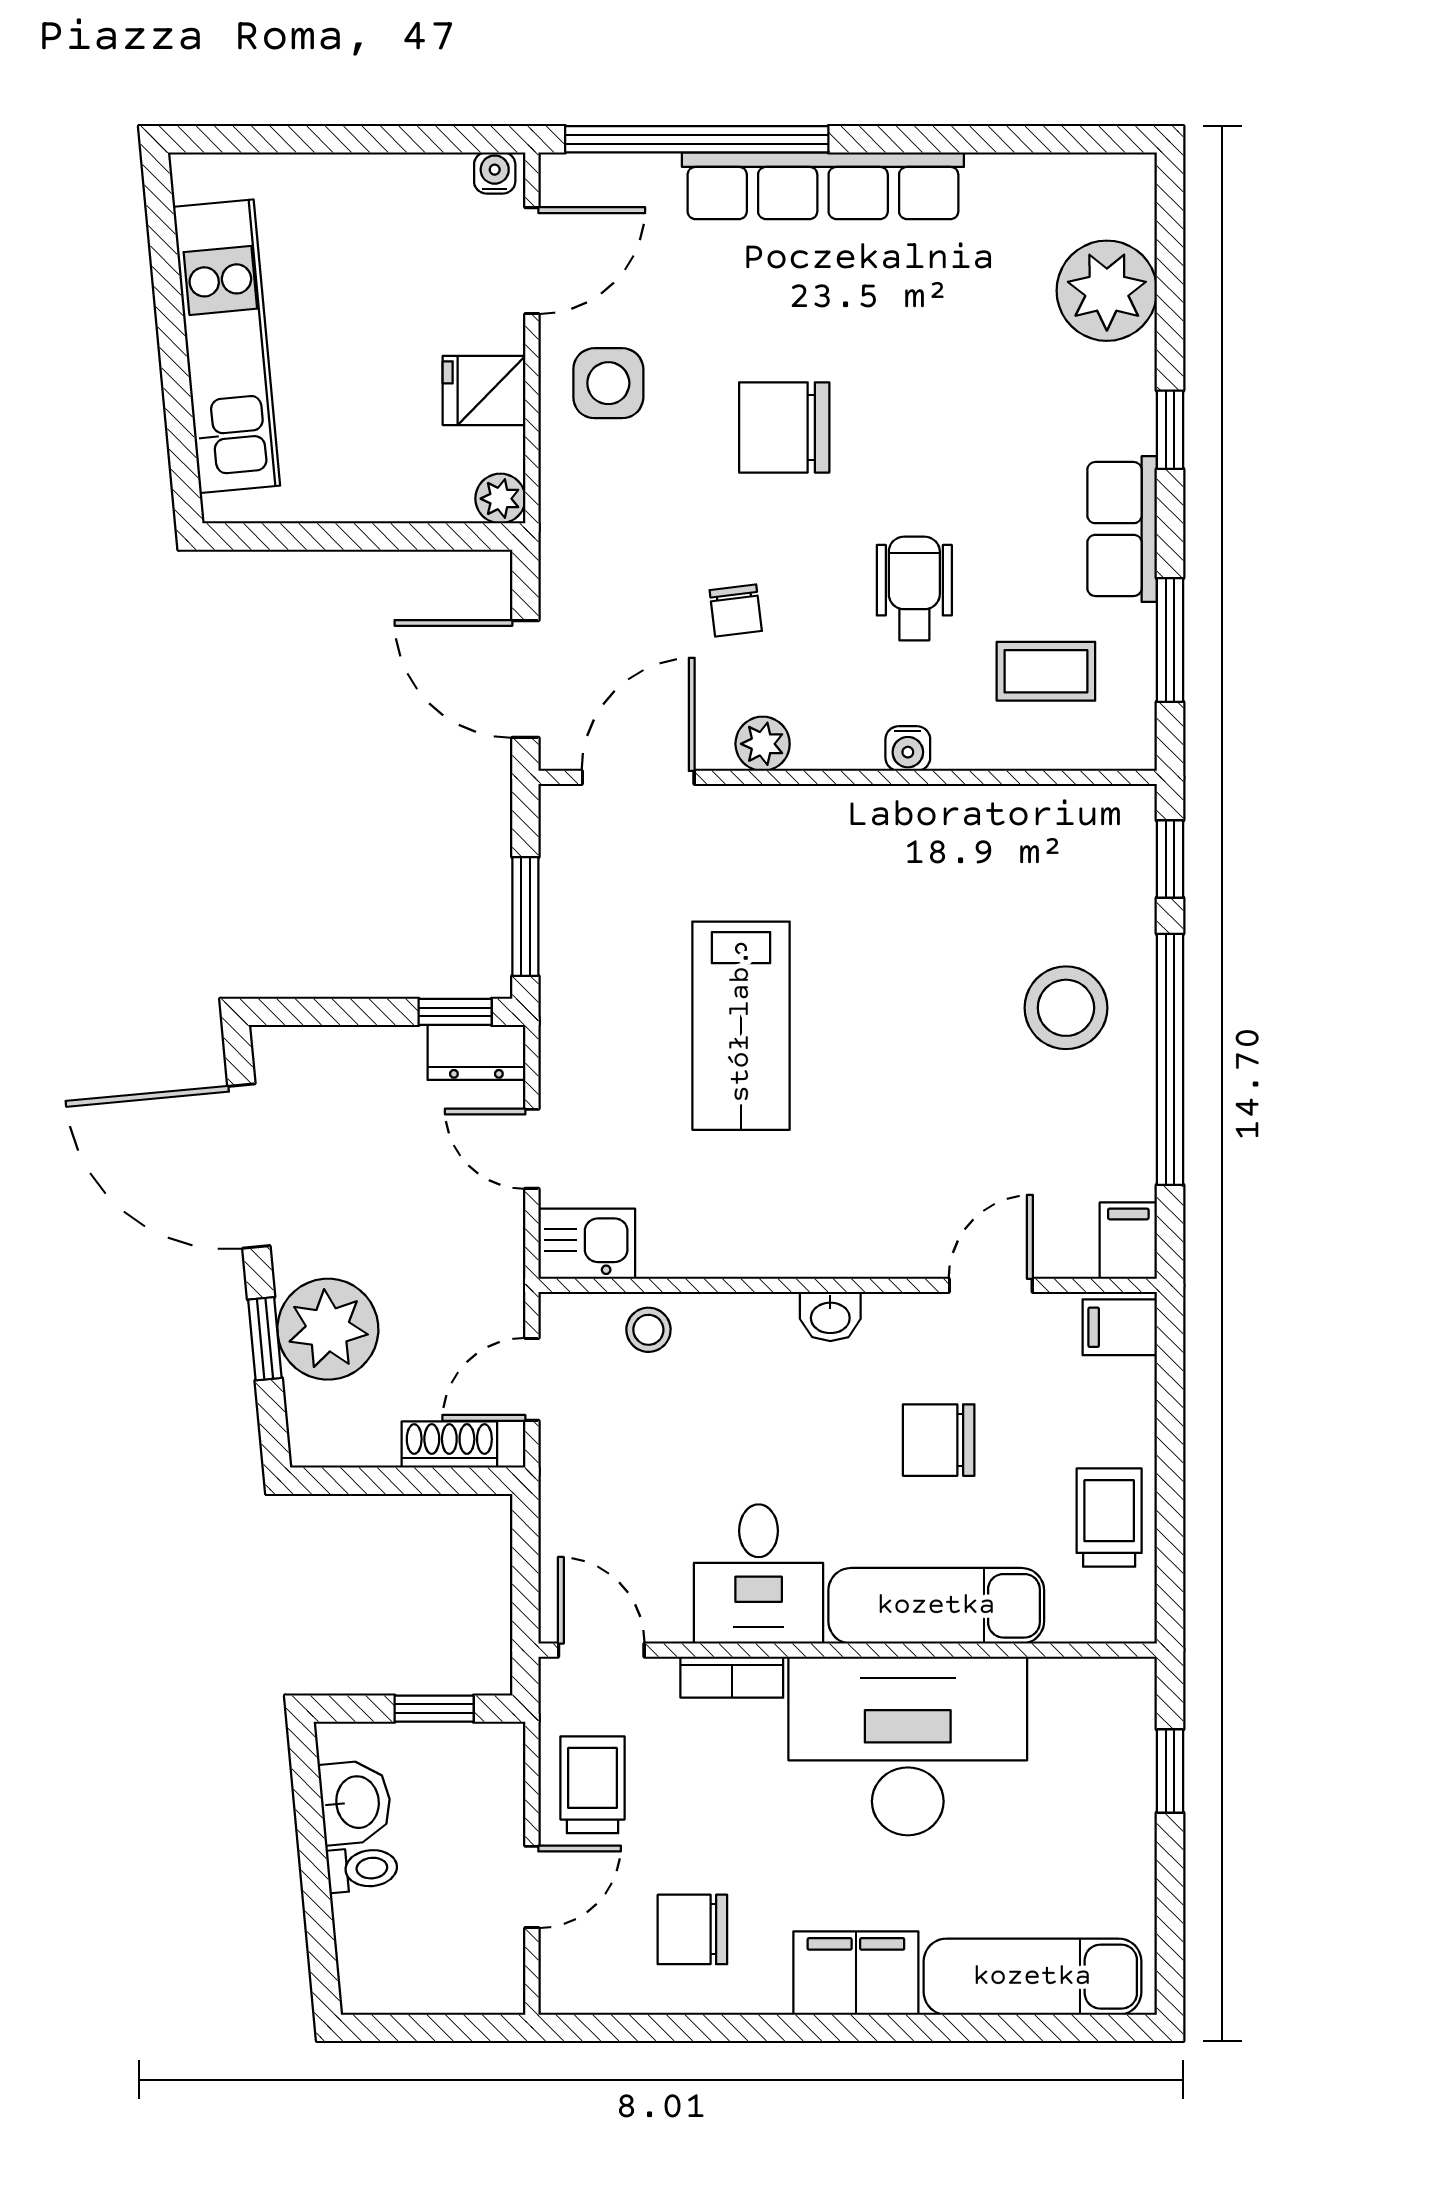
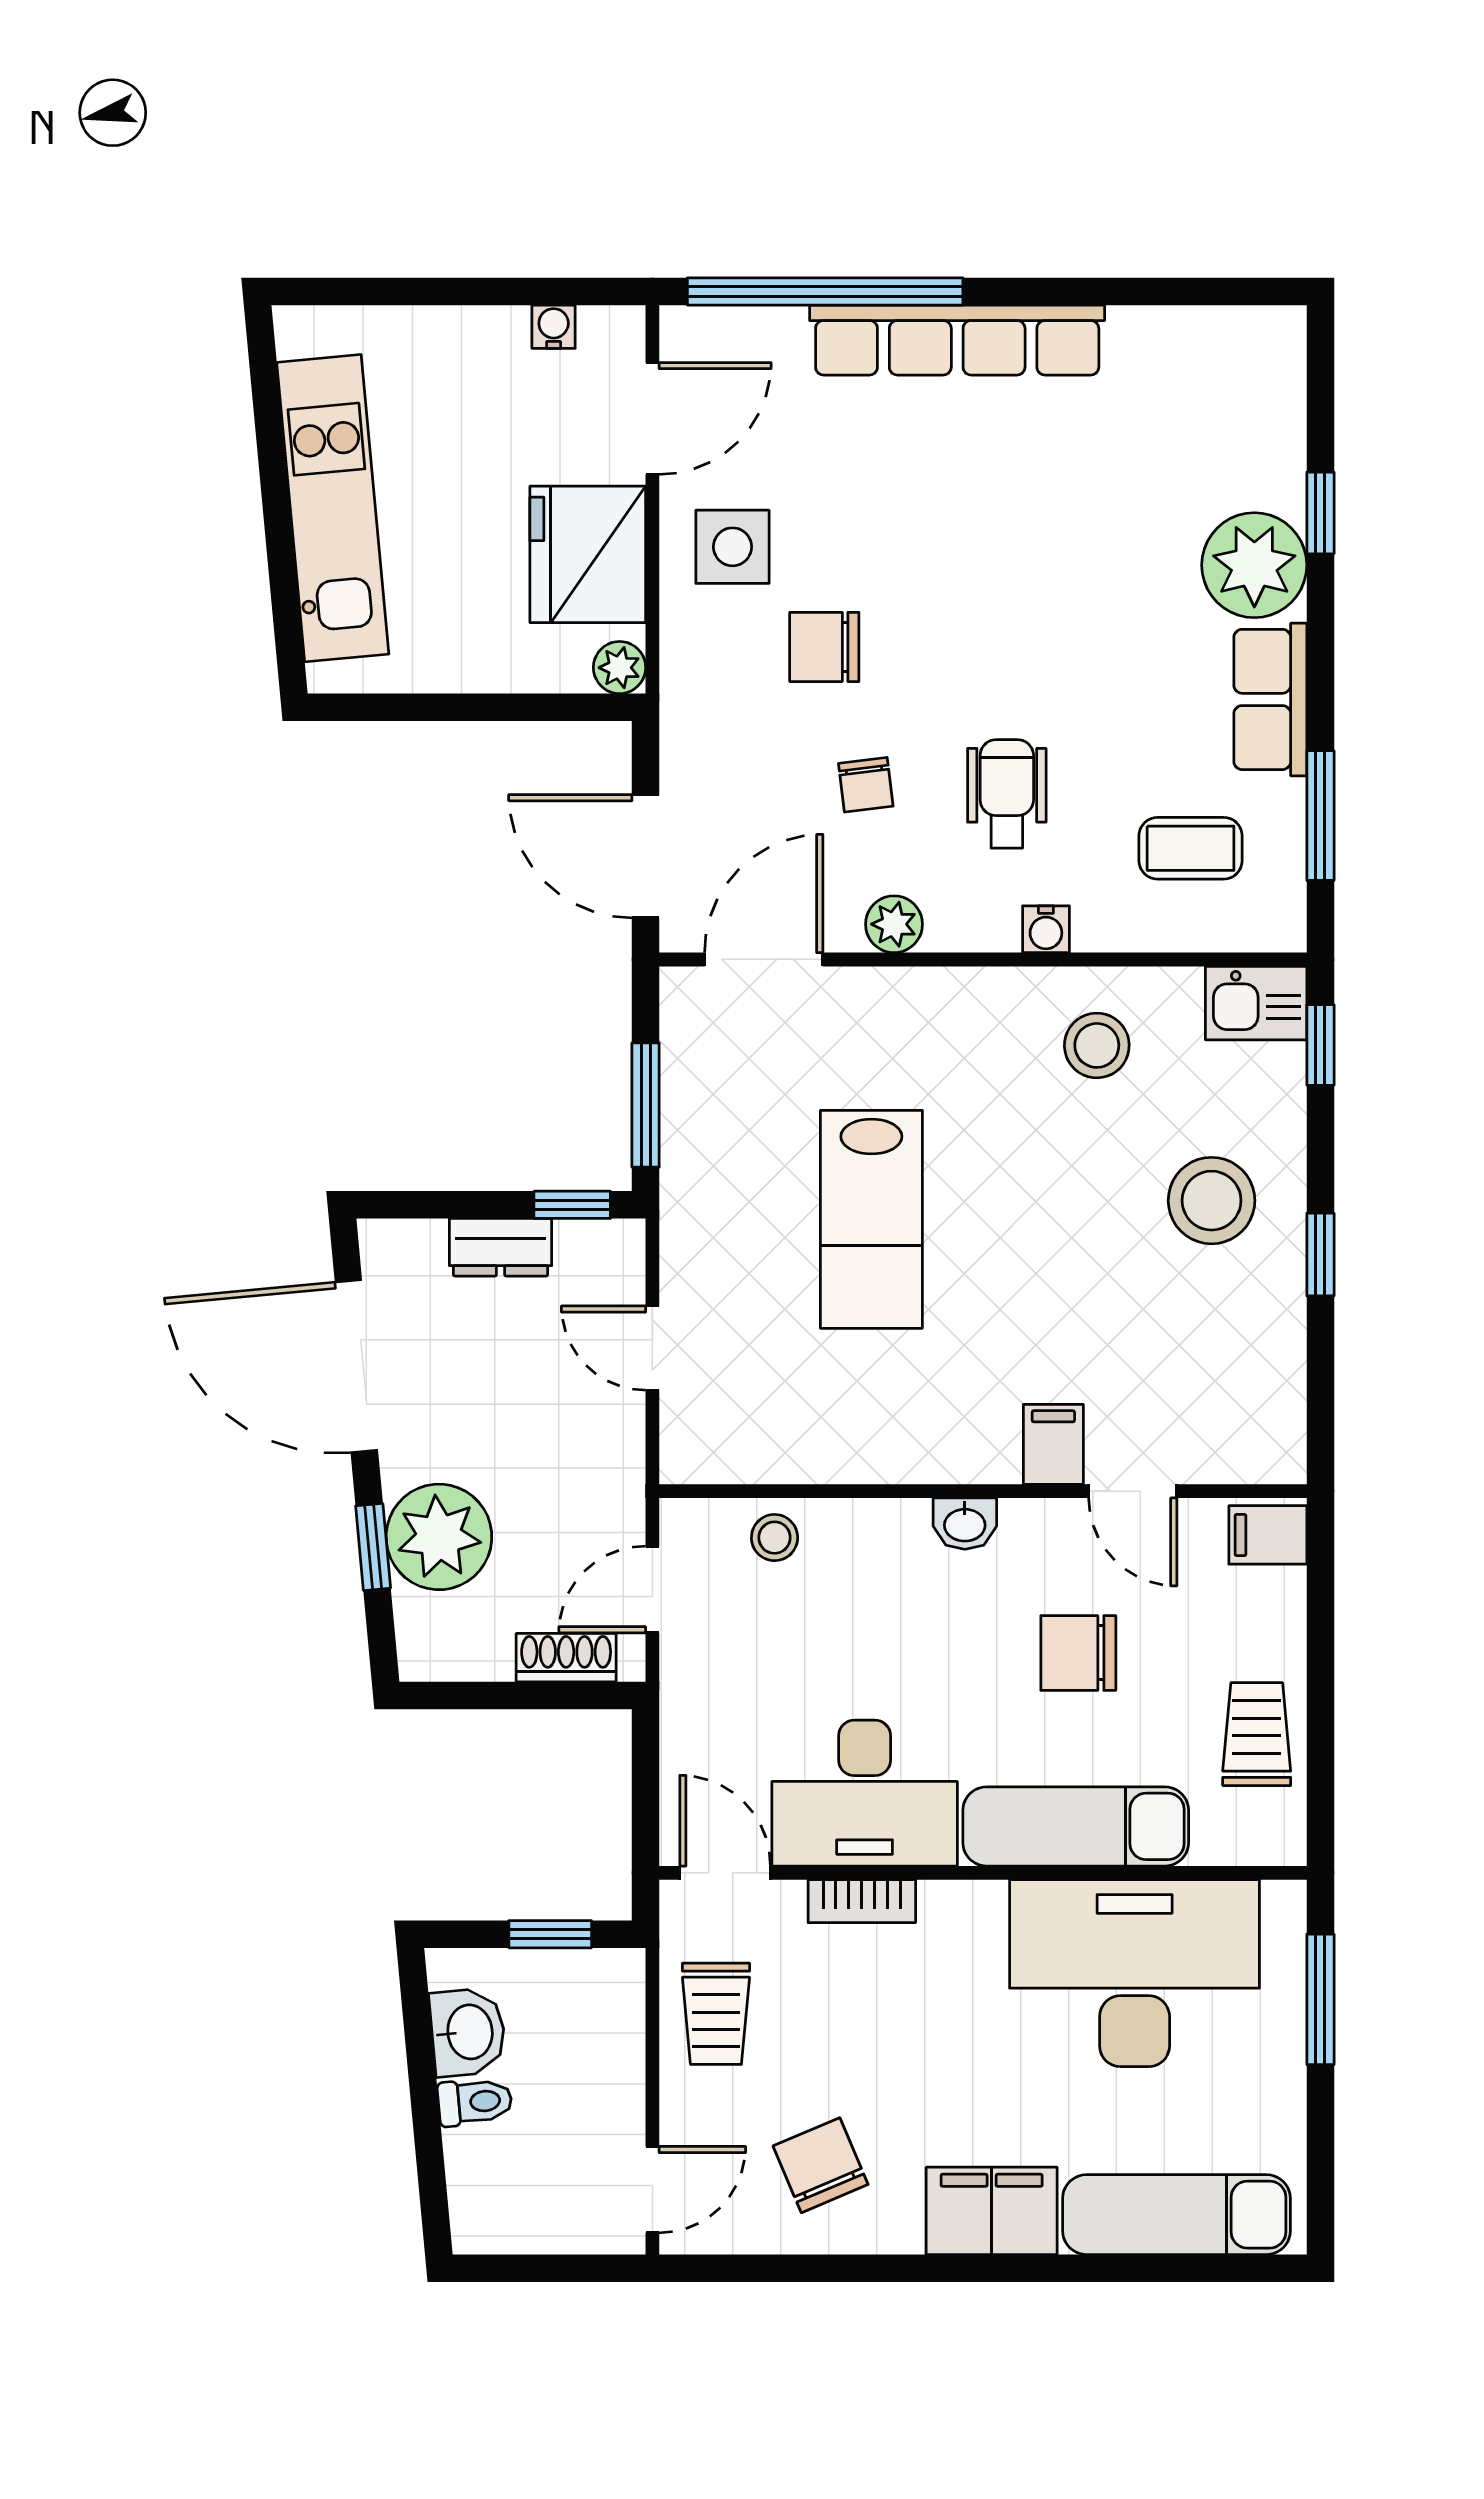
water cooler: (495, 173) -> (554, 327), moved
plant: (1107, 291) -> (1254, 565), moved
fridge: (484, 390) -> (588, 554), width x1.88, depth x1.34
chair: (784, 427) -> (824, 647), moved, width x0.73, depth x0.73
window: (1170, 430) -> (1320, 513), moved
wheelchair: (914, 588) -> (1007, 794), moved
stool: (956, 860) -> (1097, 1045), added
dresser: (476, 1052) -> (501, 1247), moved
window: (1170, 1059) -> (1320, 1255), width x0.32
filing cabinet: (1128, 1241) -> (1053, 1444), moved
kitchen sink: (587, 1244) -> (1256, 1003), moved, turned 180
door: (991, 1285) -> (1133, 1491), swing flipped
desk: (759, 1574) -> (865, 1793), width x1.37
desk: (908, 1746) -> (1135, 1973), moved
window: (1170, 1771) -> (1320, 1999), width x1.50
trolley: (593, 1785) -> (716, 2014), turned 180
door: (532, 1887) -> (652, 2190), moved
chair: (692, 1929) -> (821, 2165), turned 67

